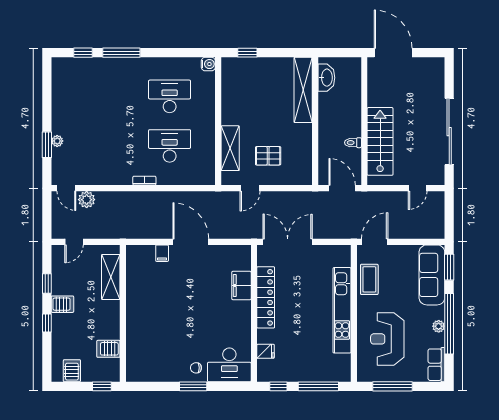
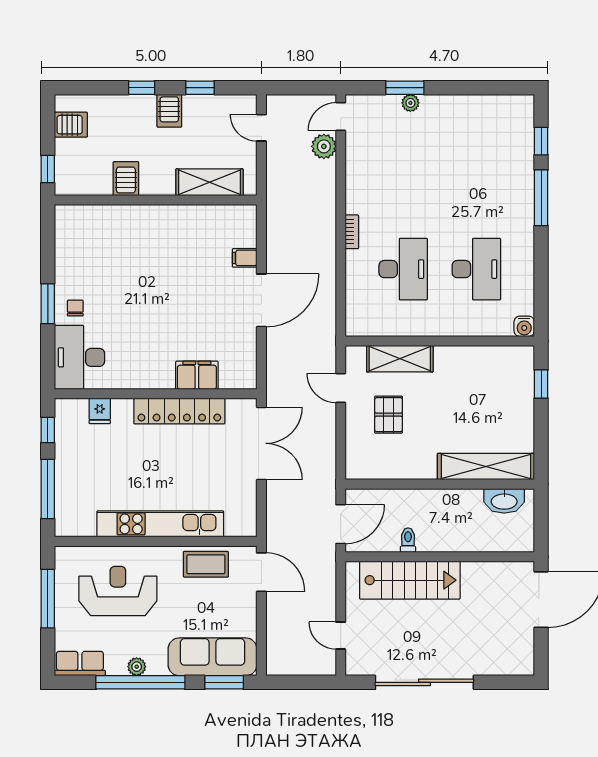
server rack: (108, 349) -> (126, 179), moved

